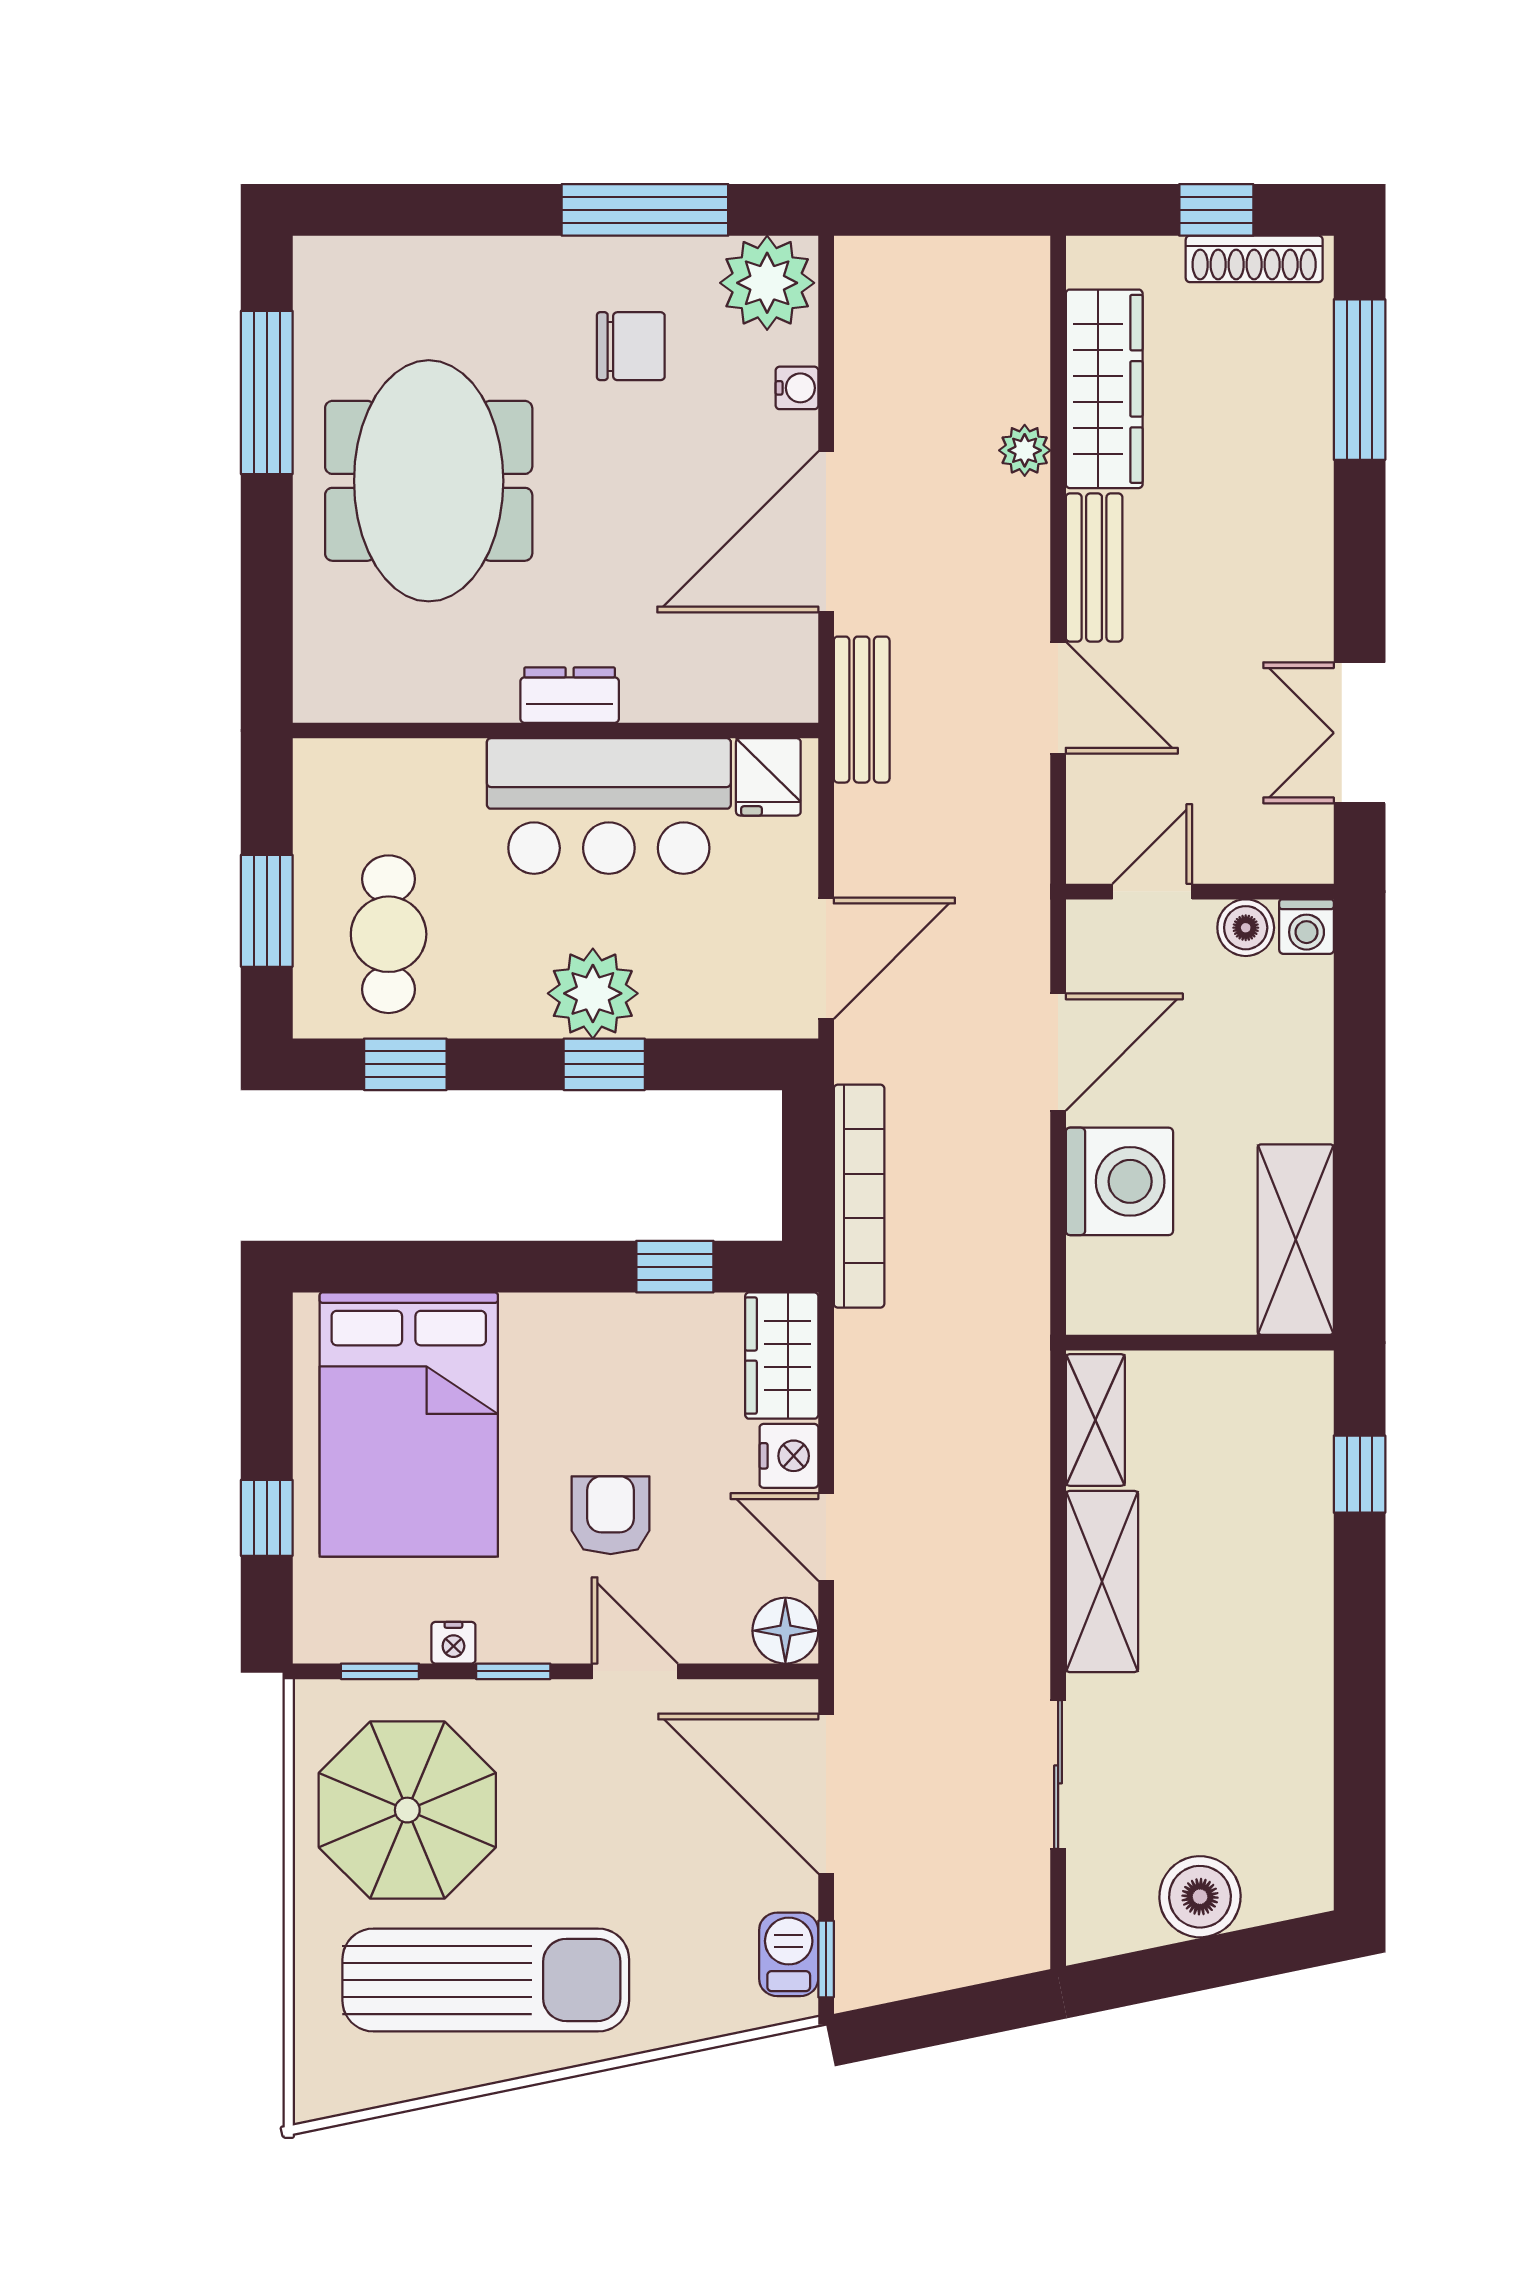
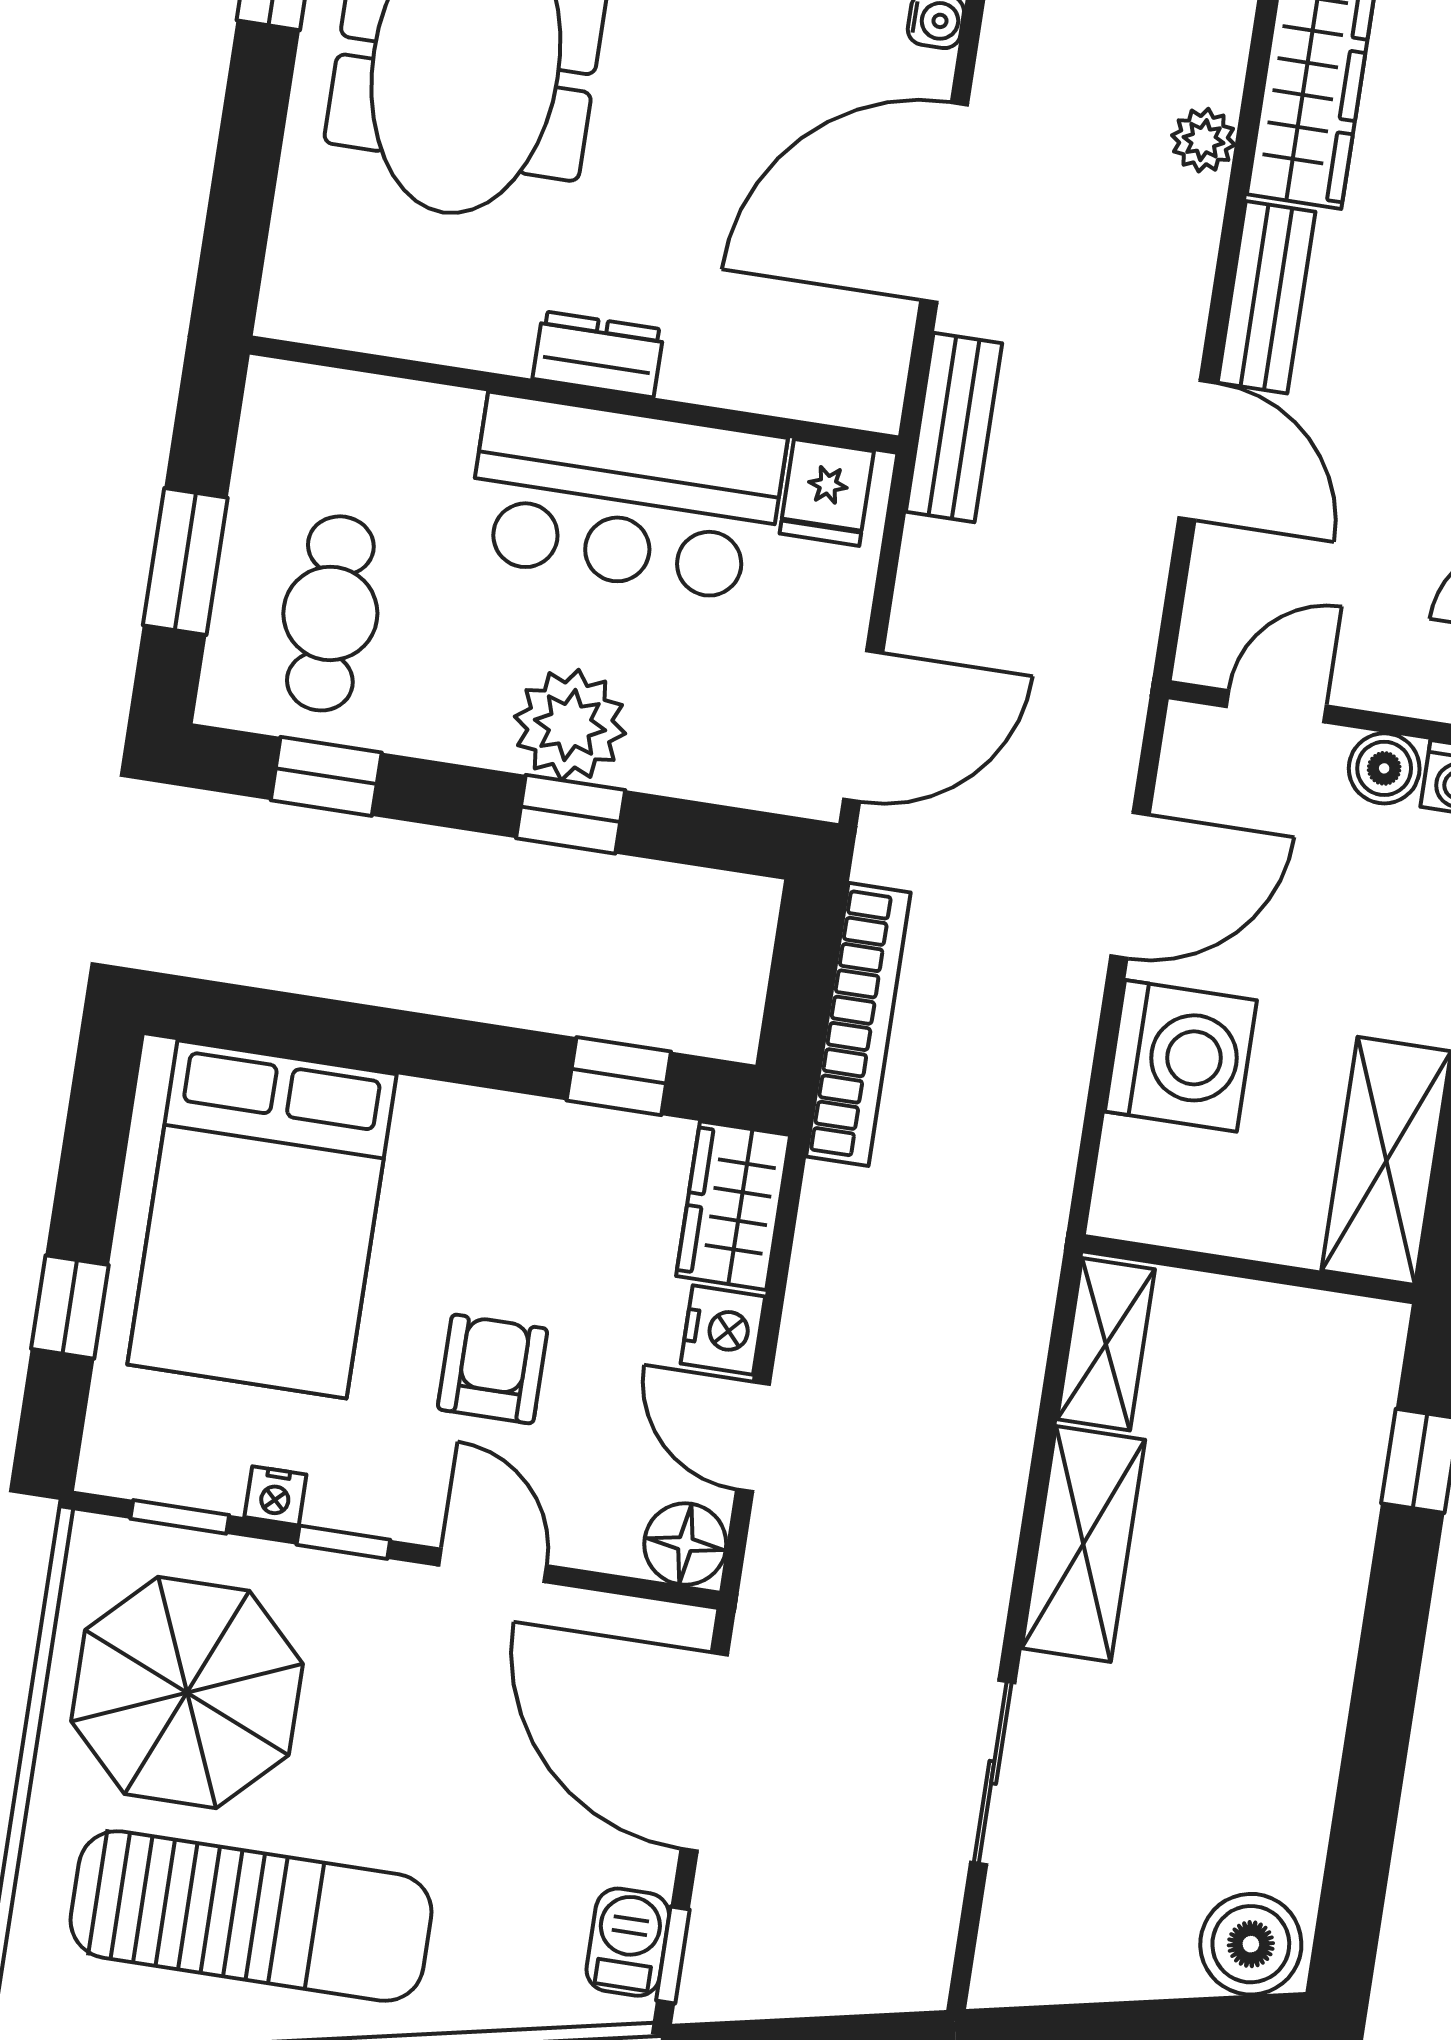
boiler: (1200, 1897) -> (1251, 1944), moved

